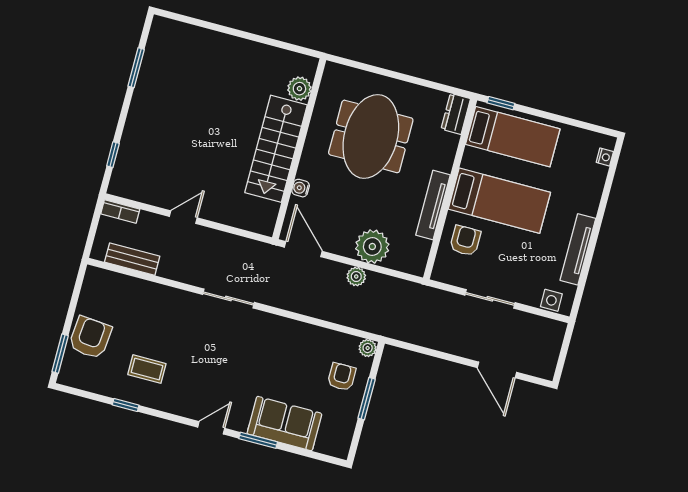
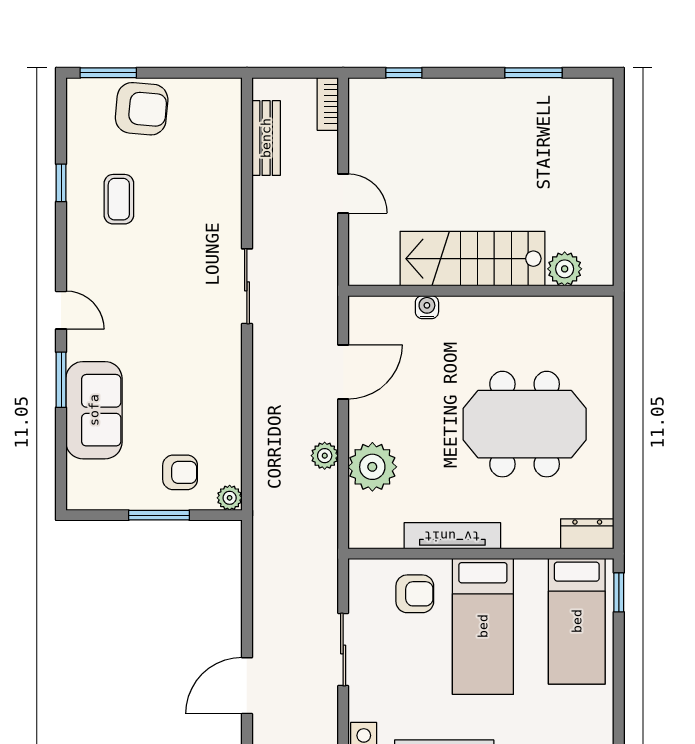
plant: (299, 89) -> (565, 269), moved
stairs: (276, 149) -> (472, 259), moved
wall: (299, 149) -> (481, 291), moved
water cooler: (301, 188) -> (427, 307), moved

